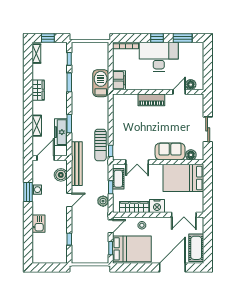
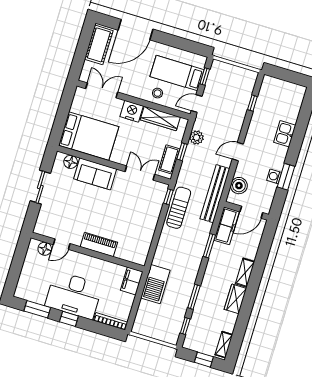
shelving: (37, 126) -> (245, 273), moved
freezer: (61, 132) -> (227, 226), moved
bed: (132, 249) -> (177, 73), width x0.67

